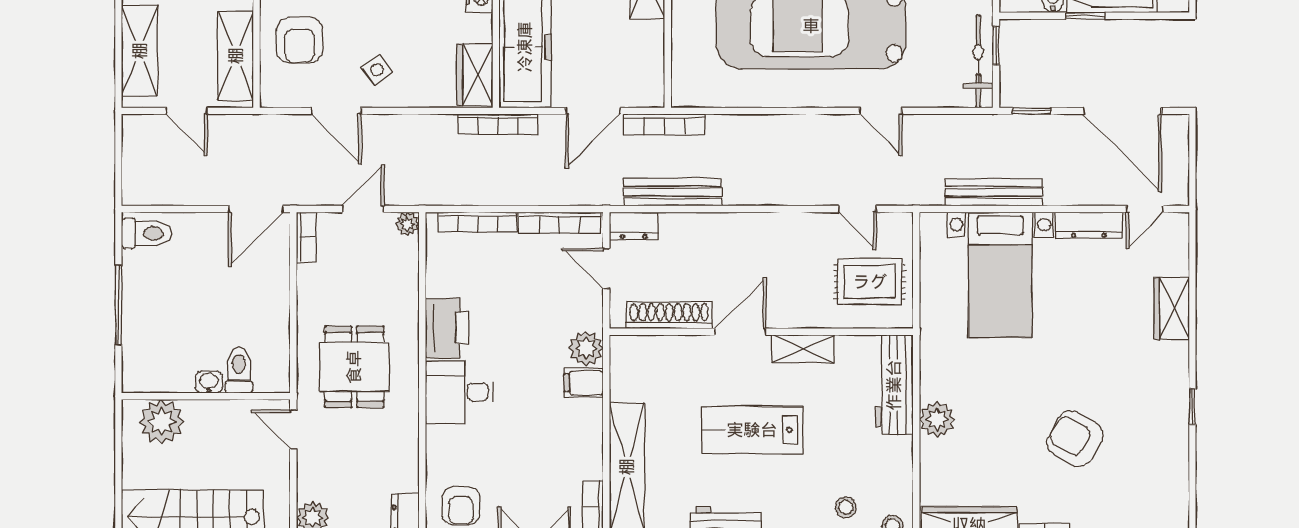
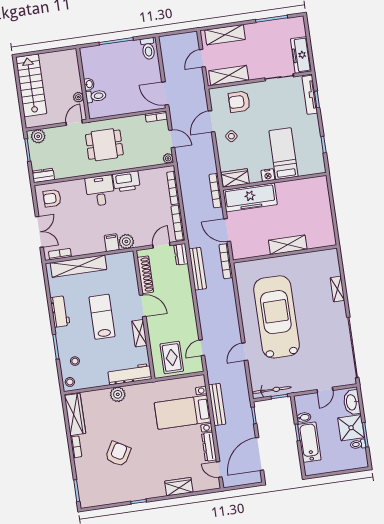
plant: (162, 422) -> (78, 97), moved, width x0.53, depth x0.53

